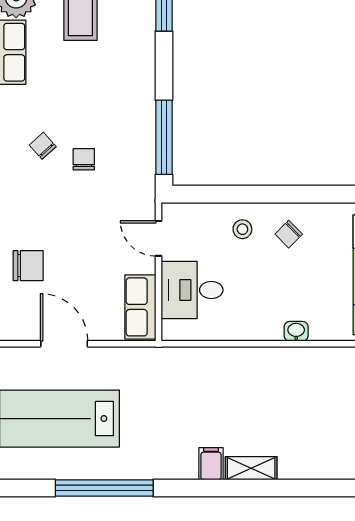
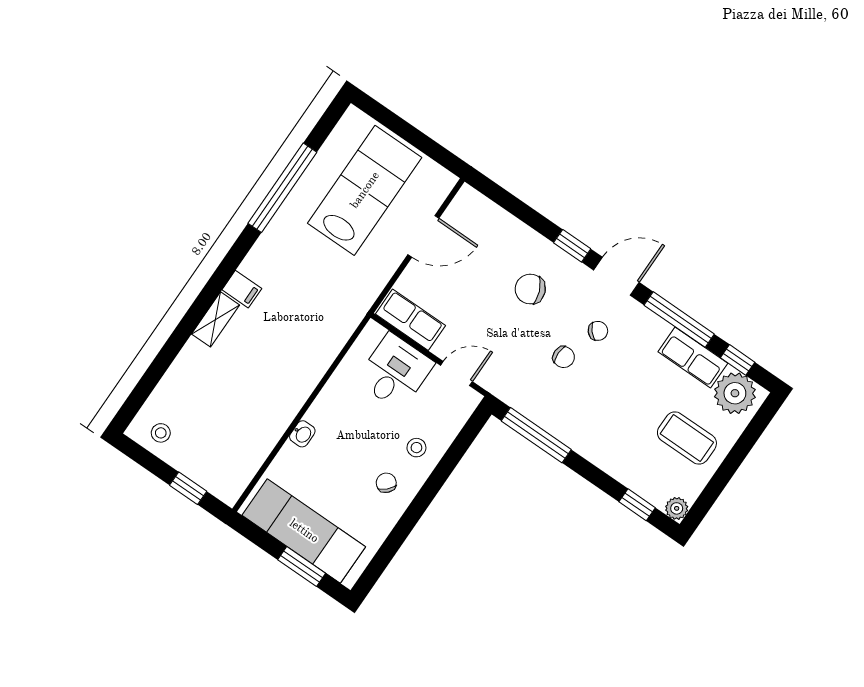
chair: (28, 266) -> (530, 289), moved, turned 68

